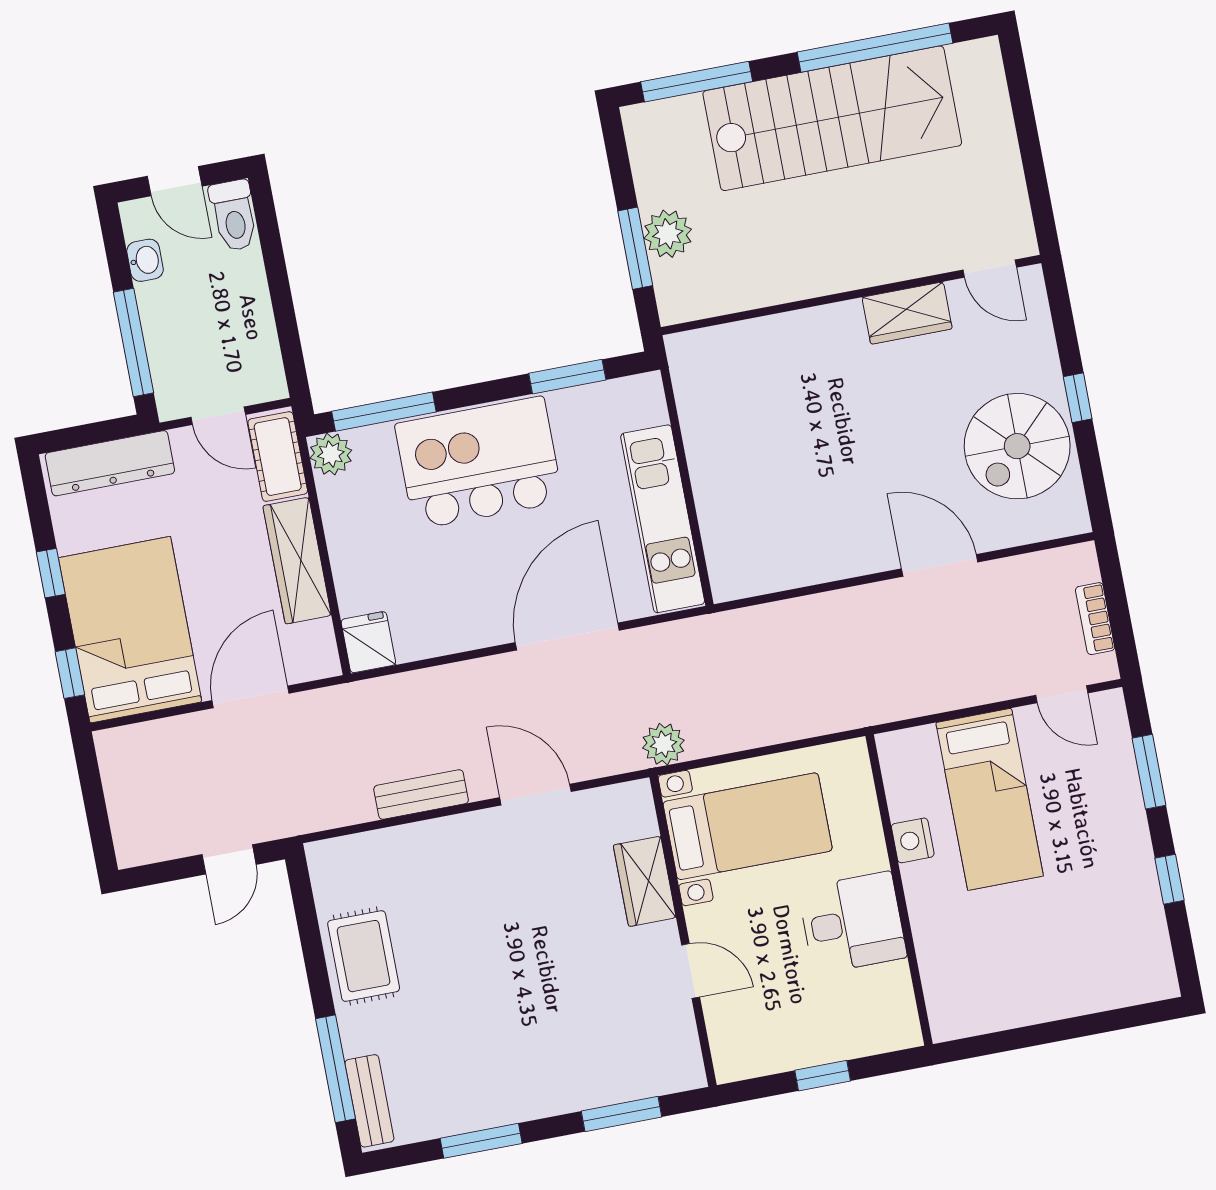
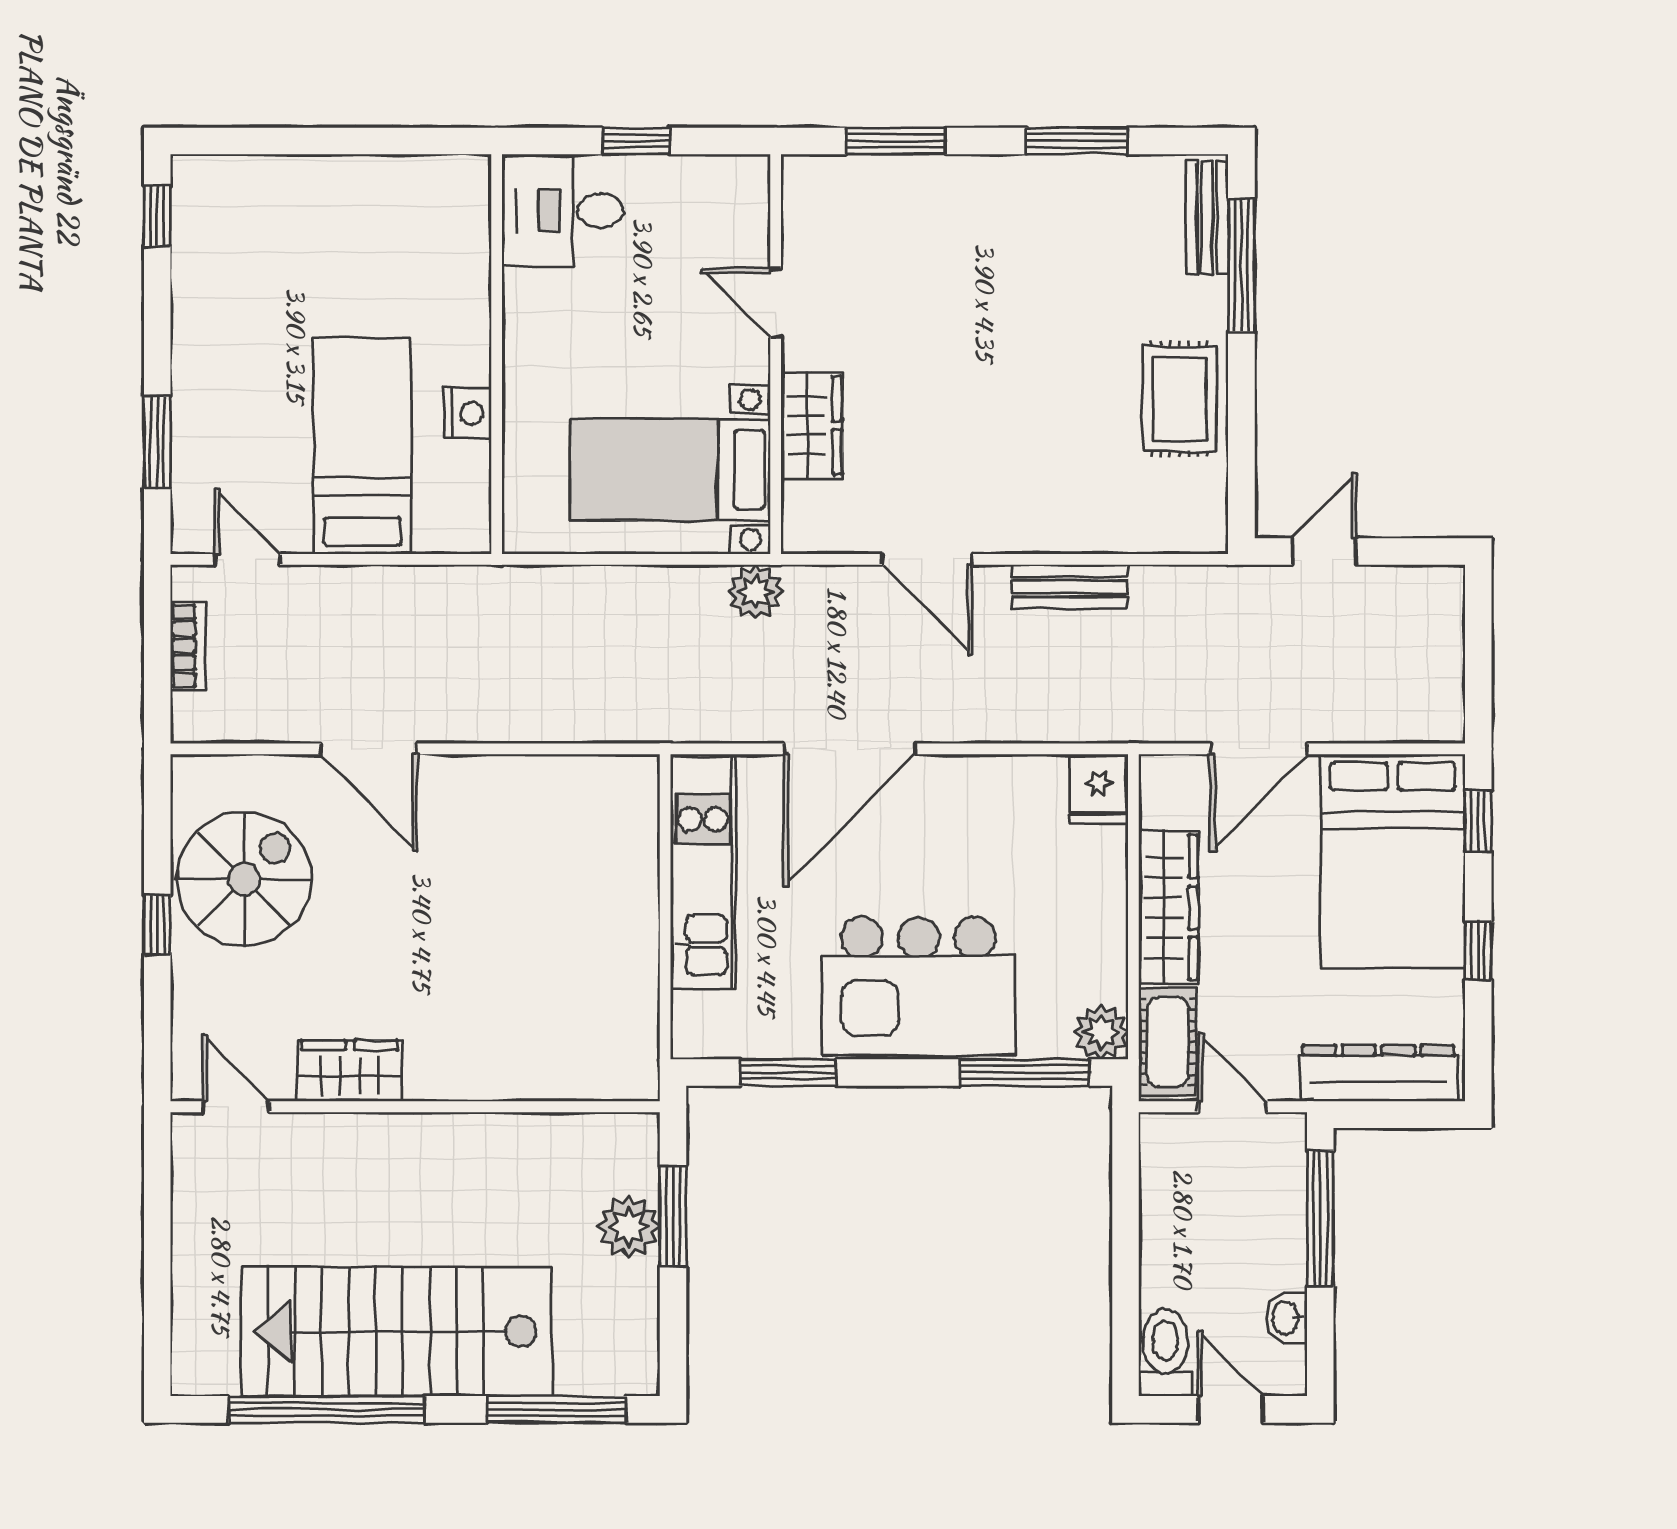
window: (1170, 879) -> (157, 216), moved
desk: (852, 923) -> (563, 211), moved

